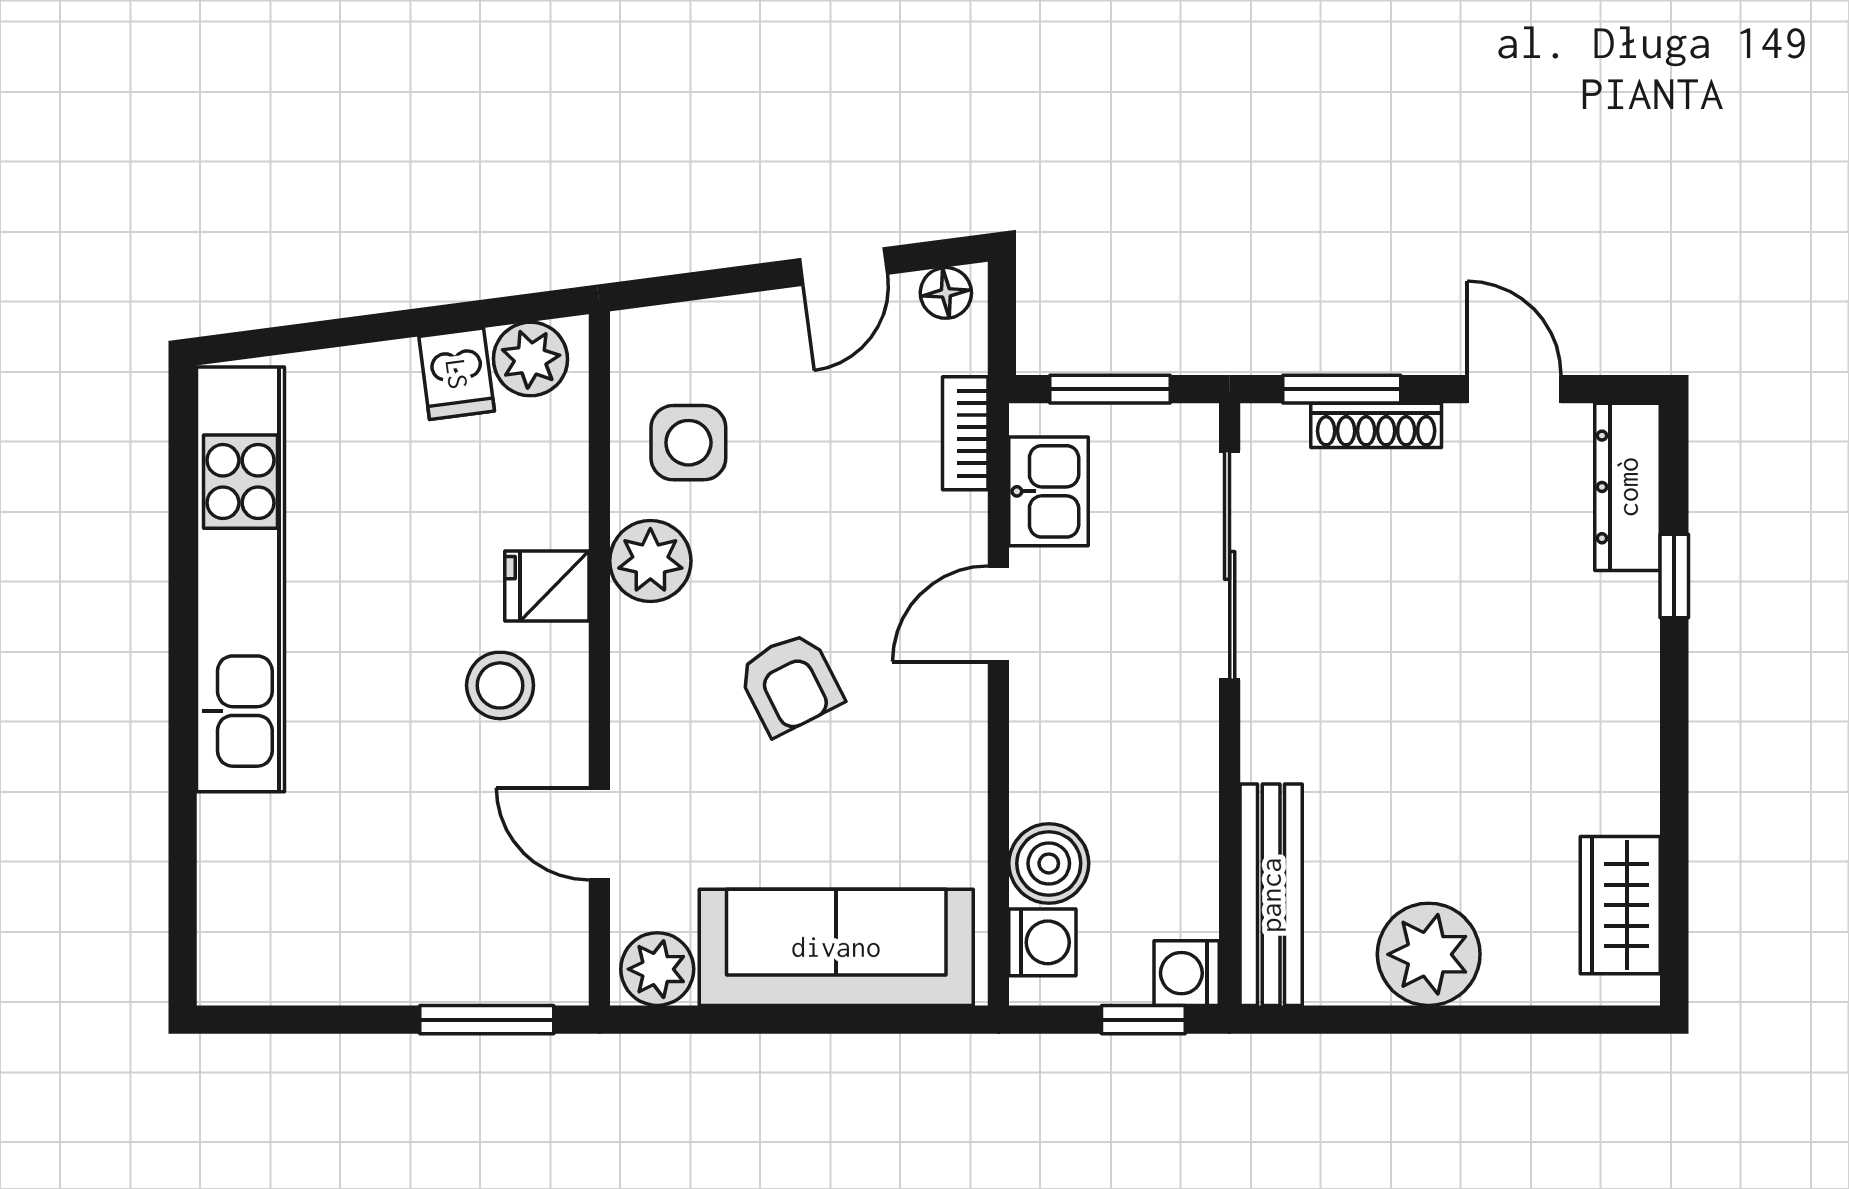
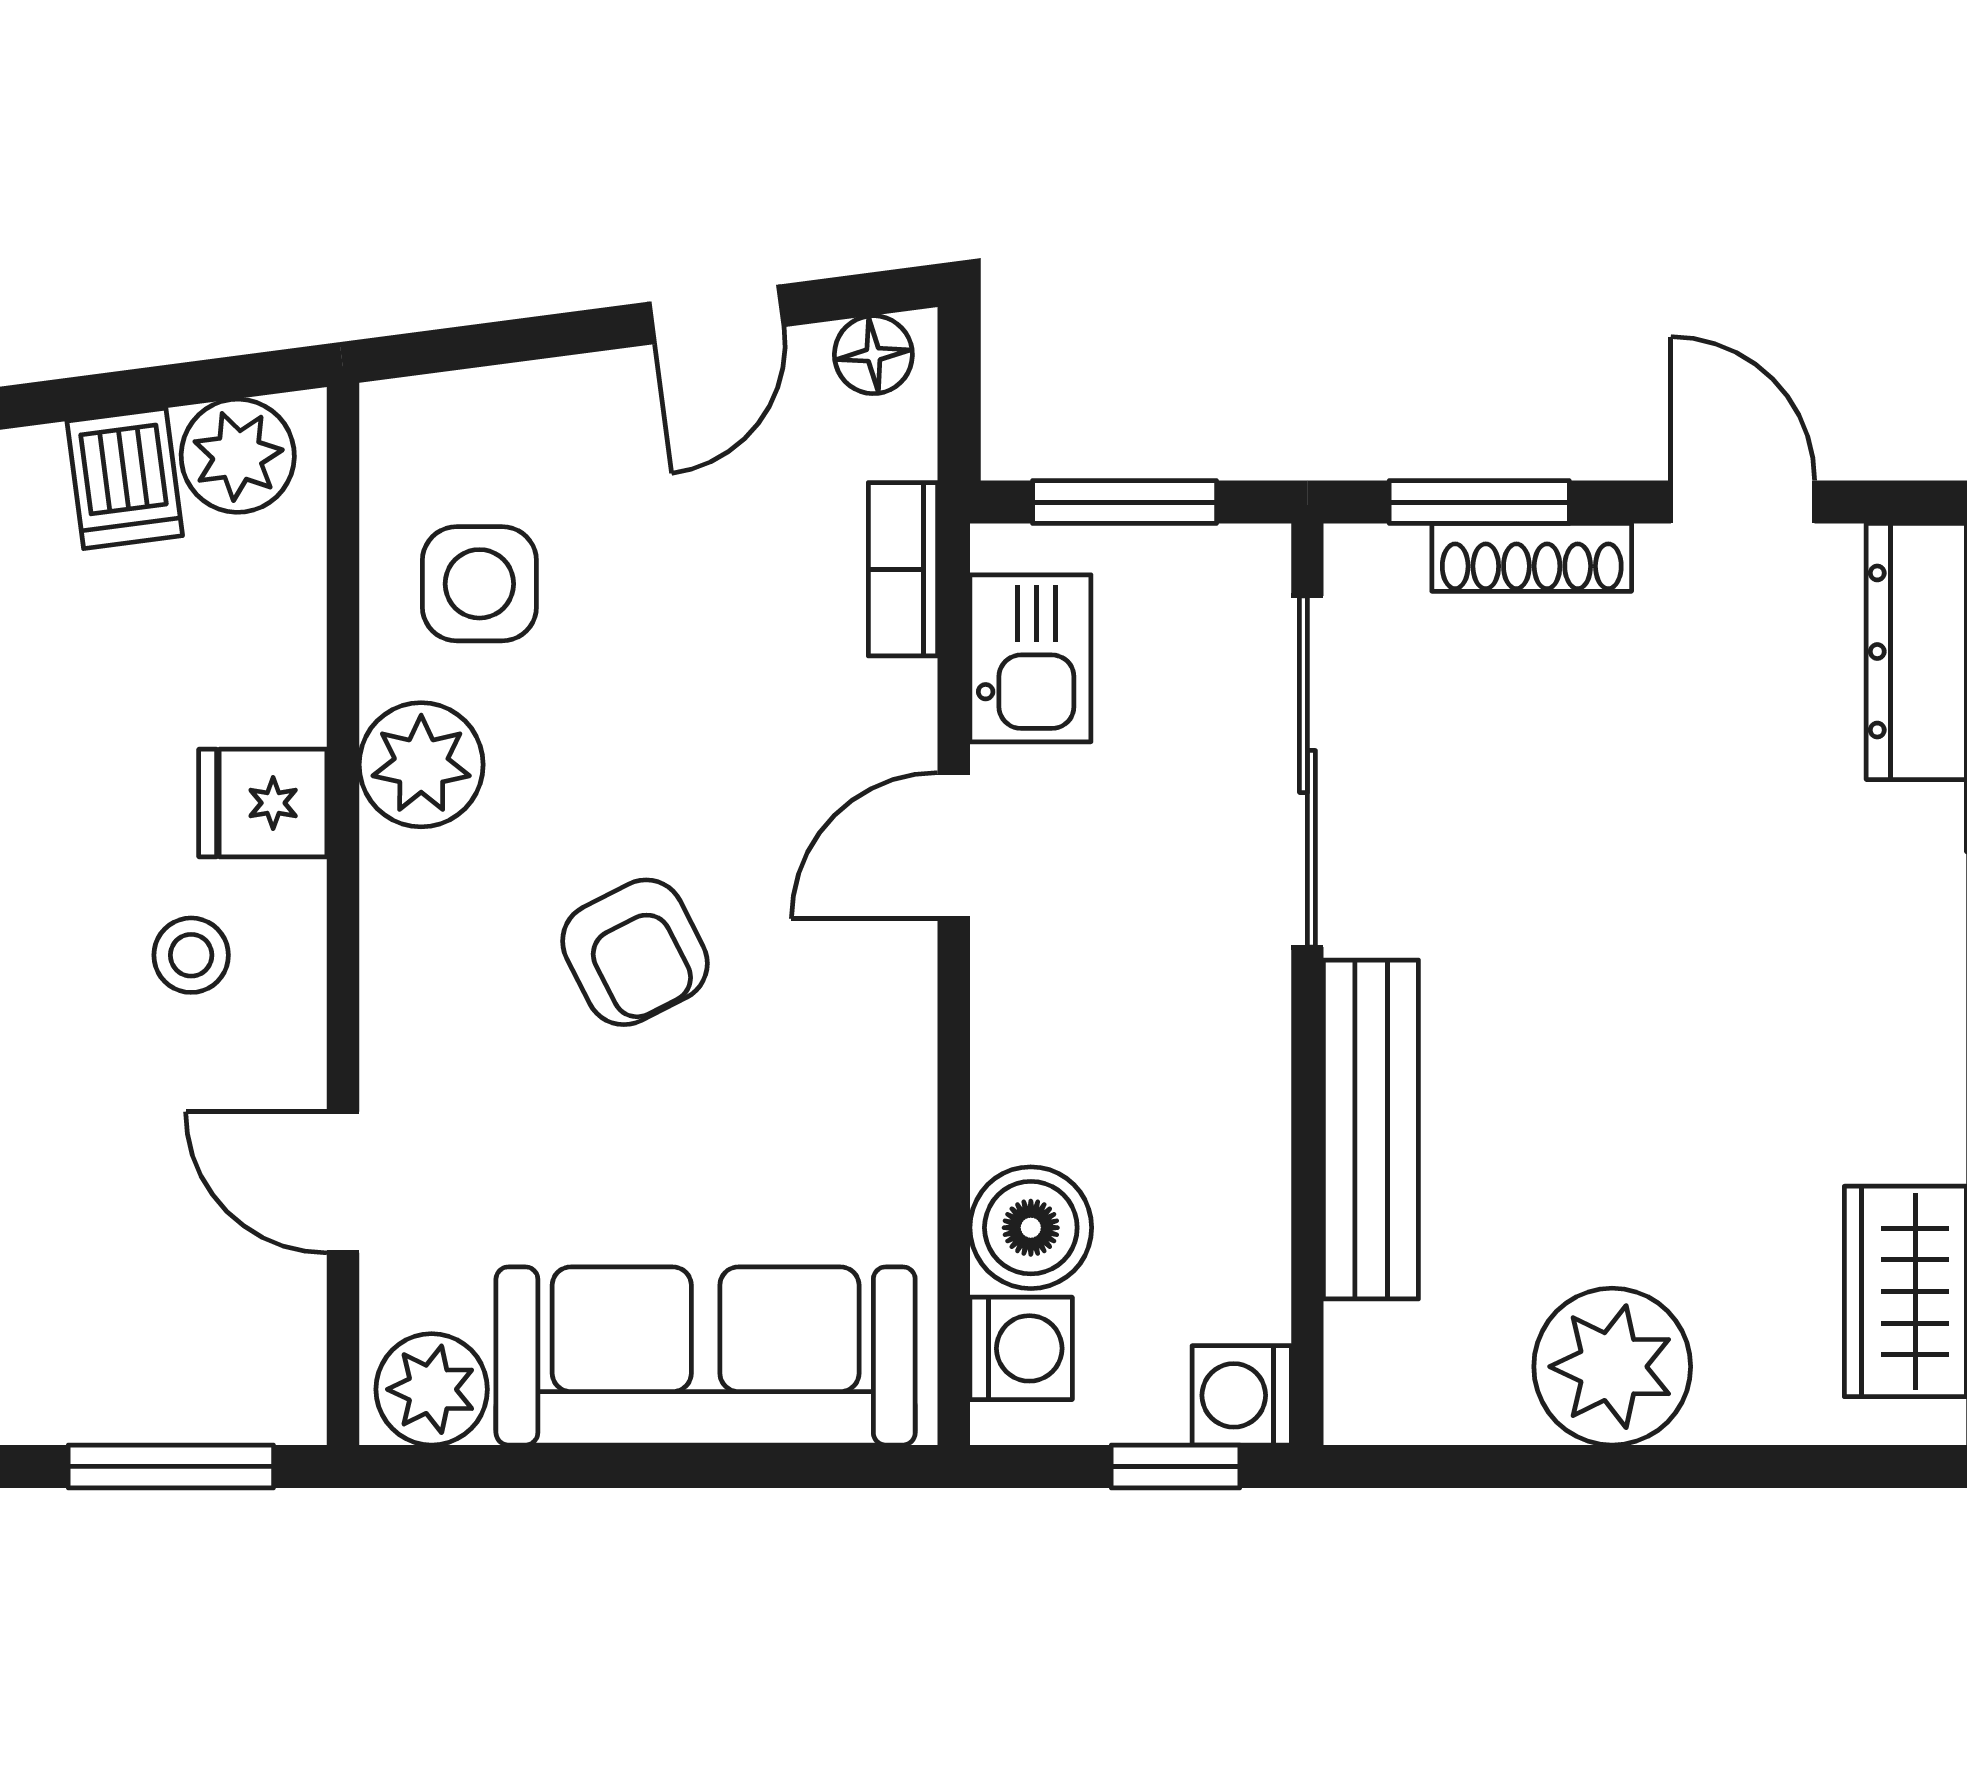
stool: (500, 685) -> (191, 955), width x0.73, depth x0.73
bench: (1271, 895) -> (1371, 1129), moved

